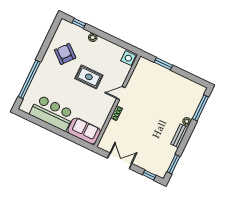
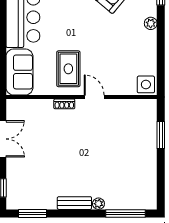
rug: (89, 77) -> (68, 69), moved

